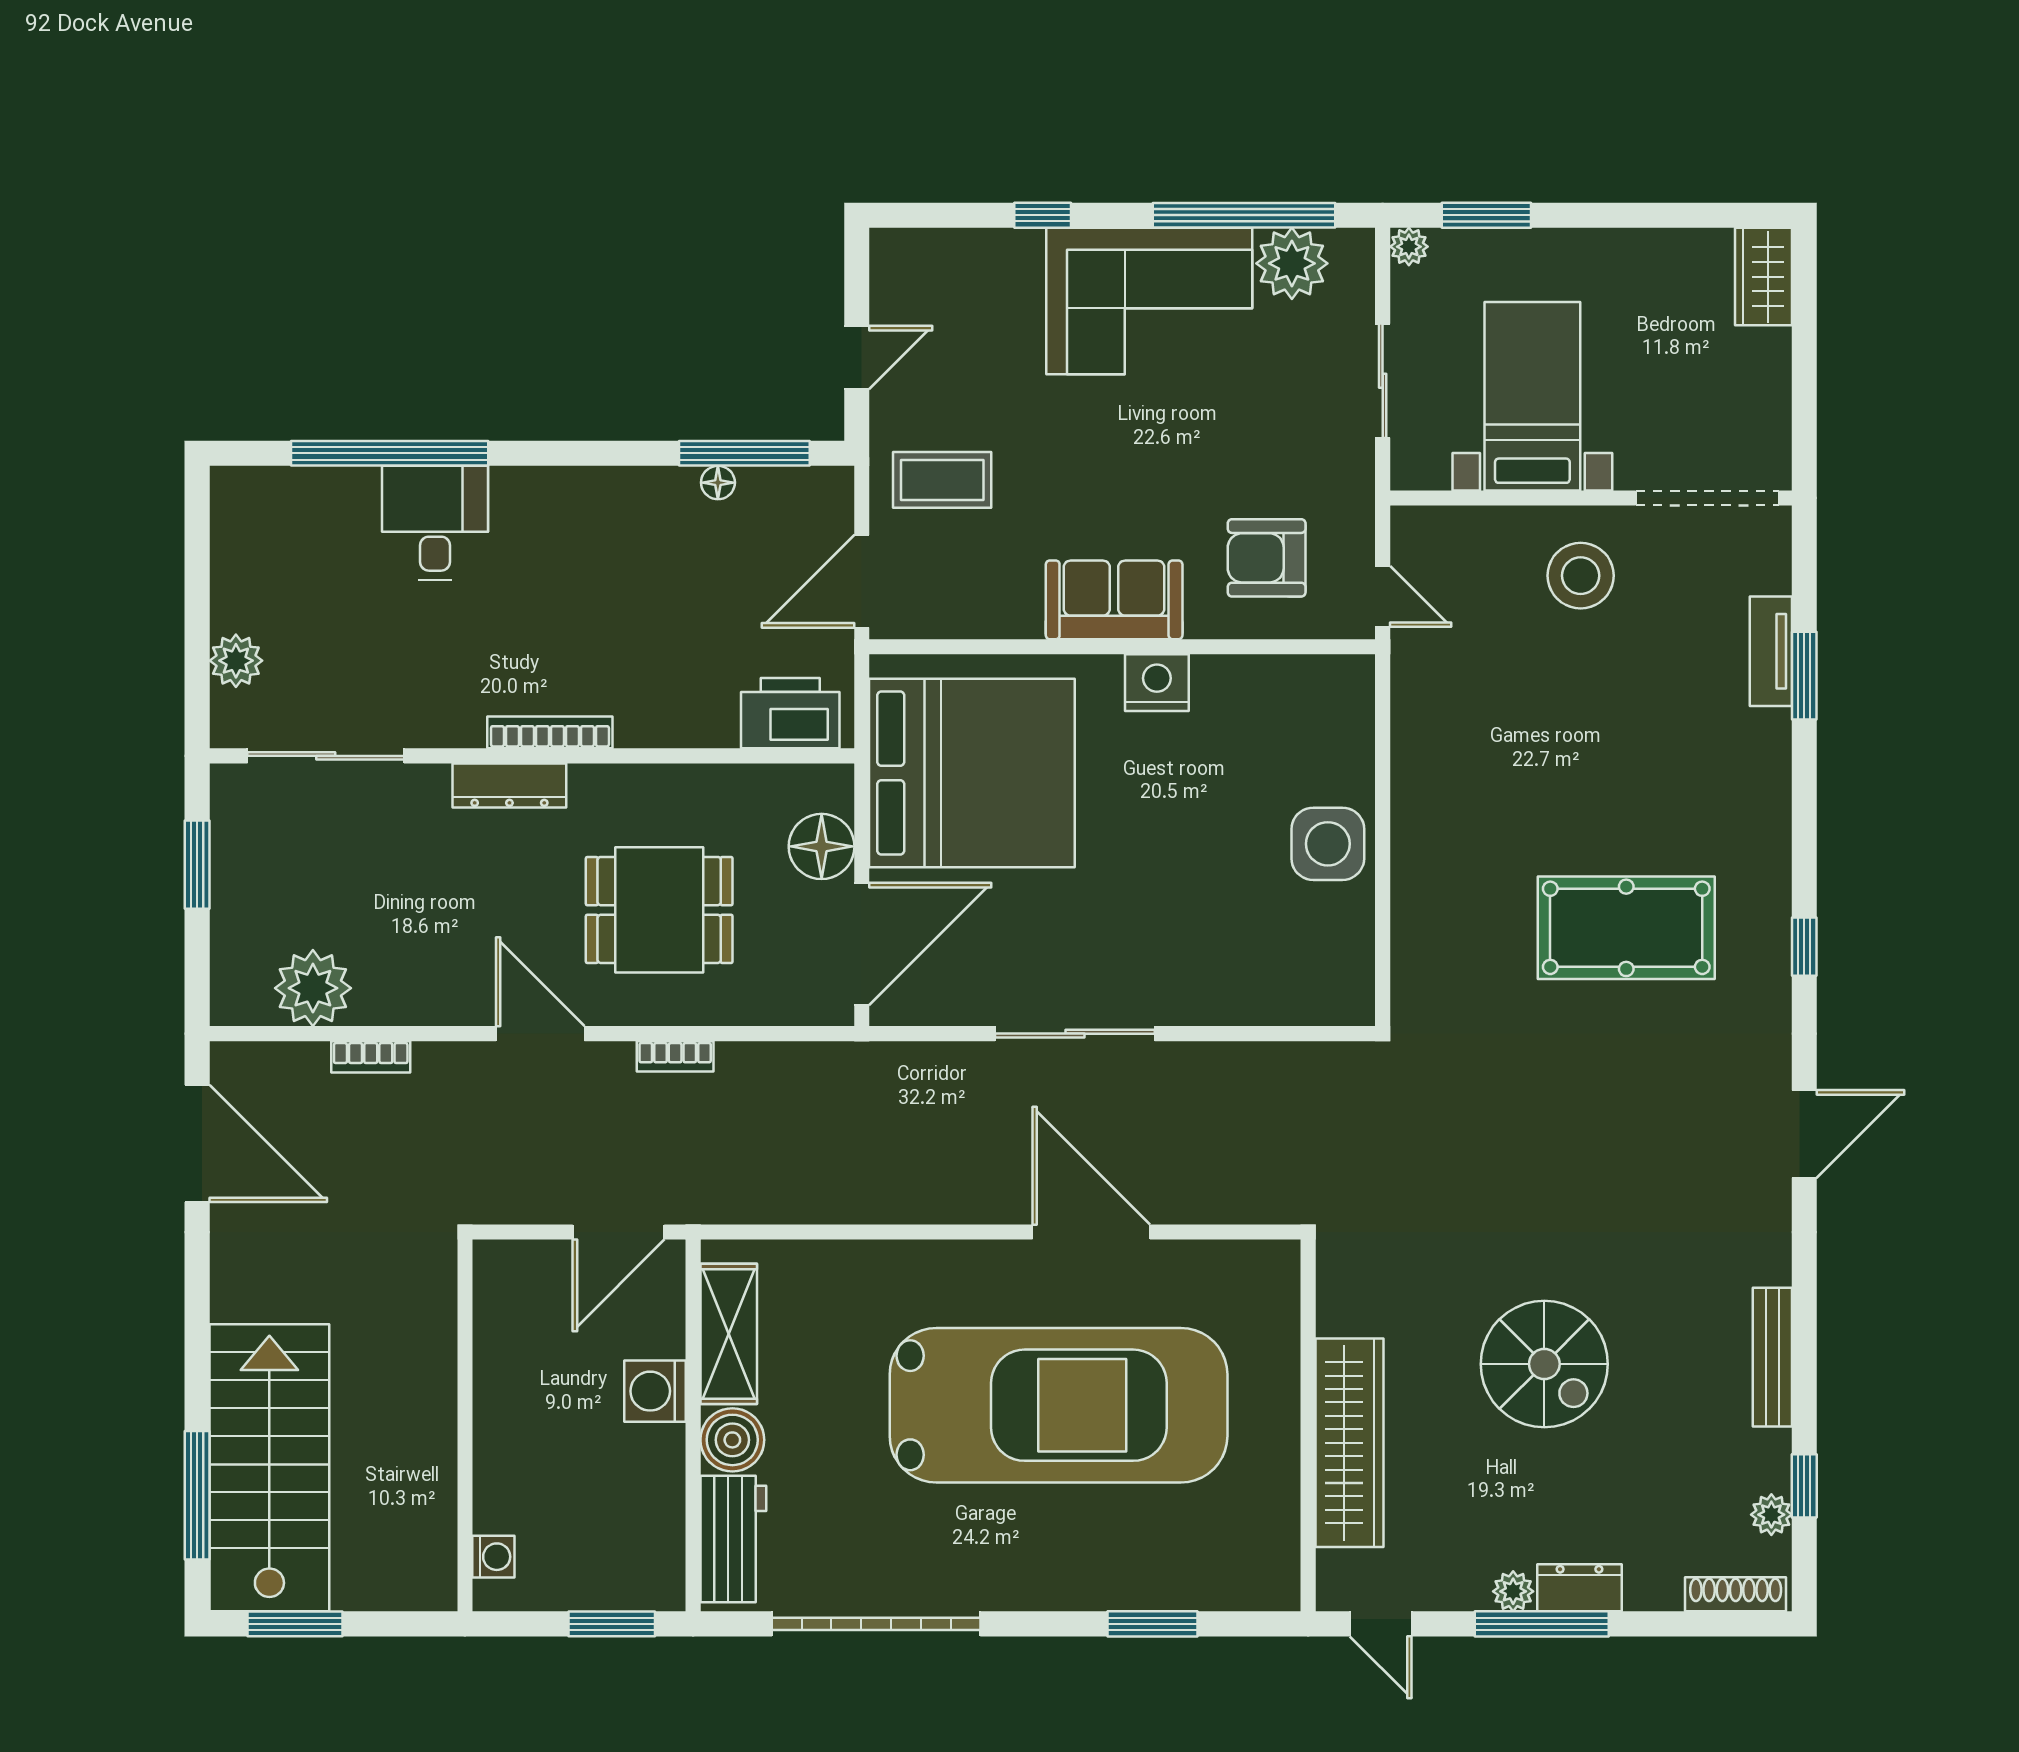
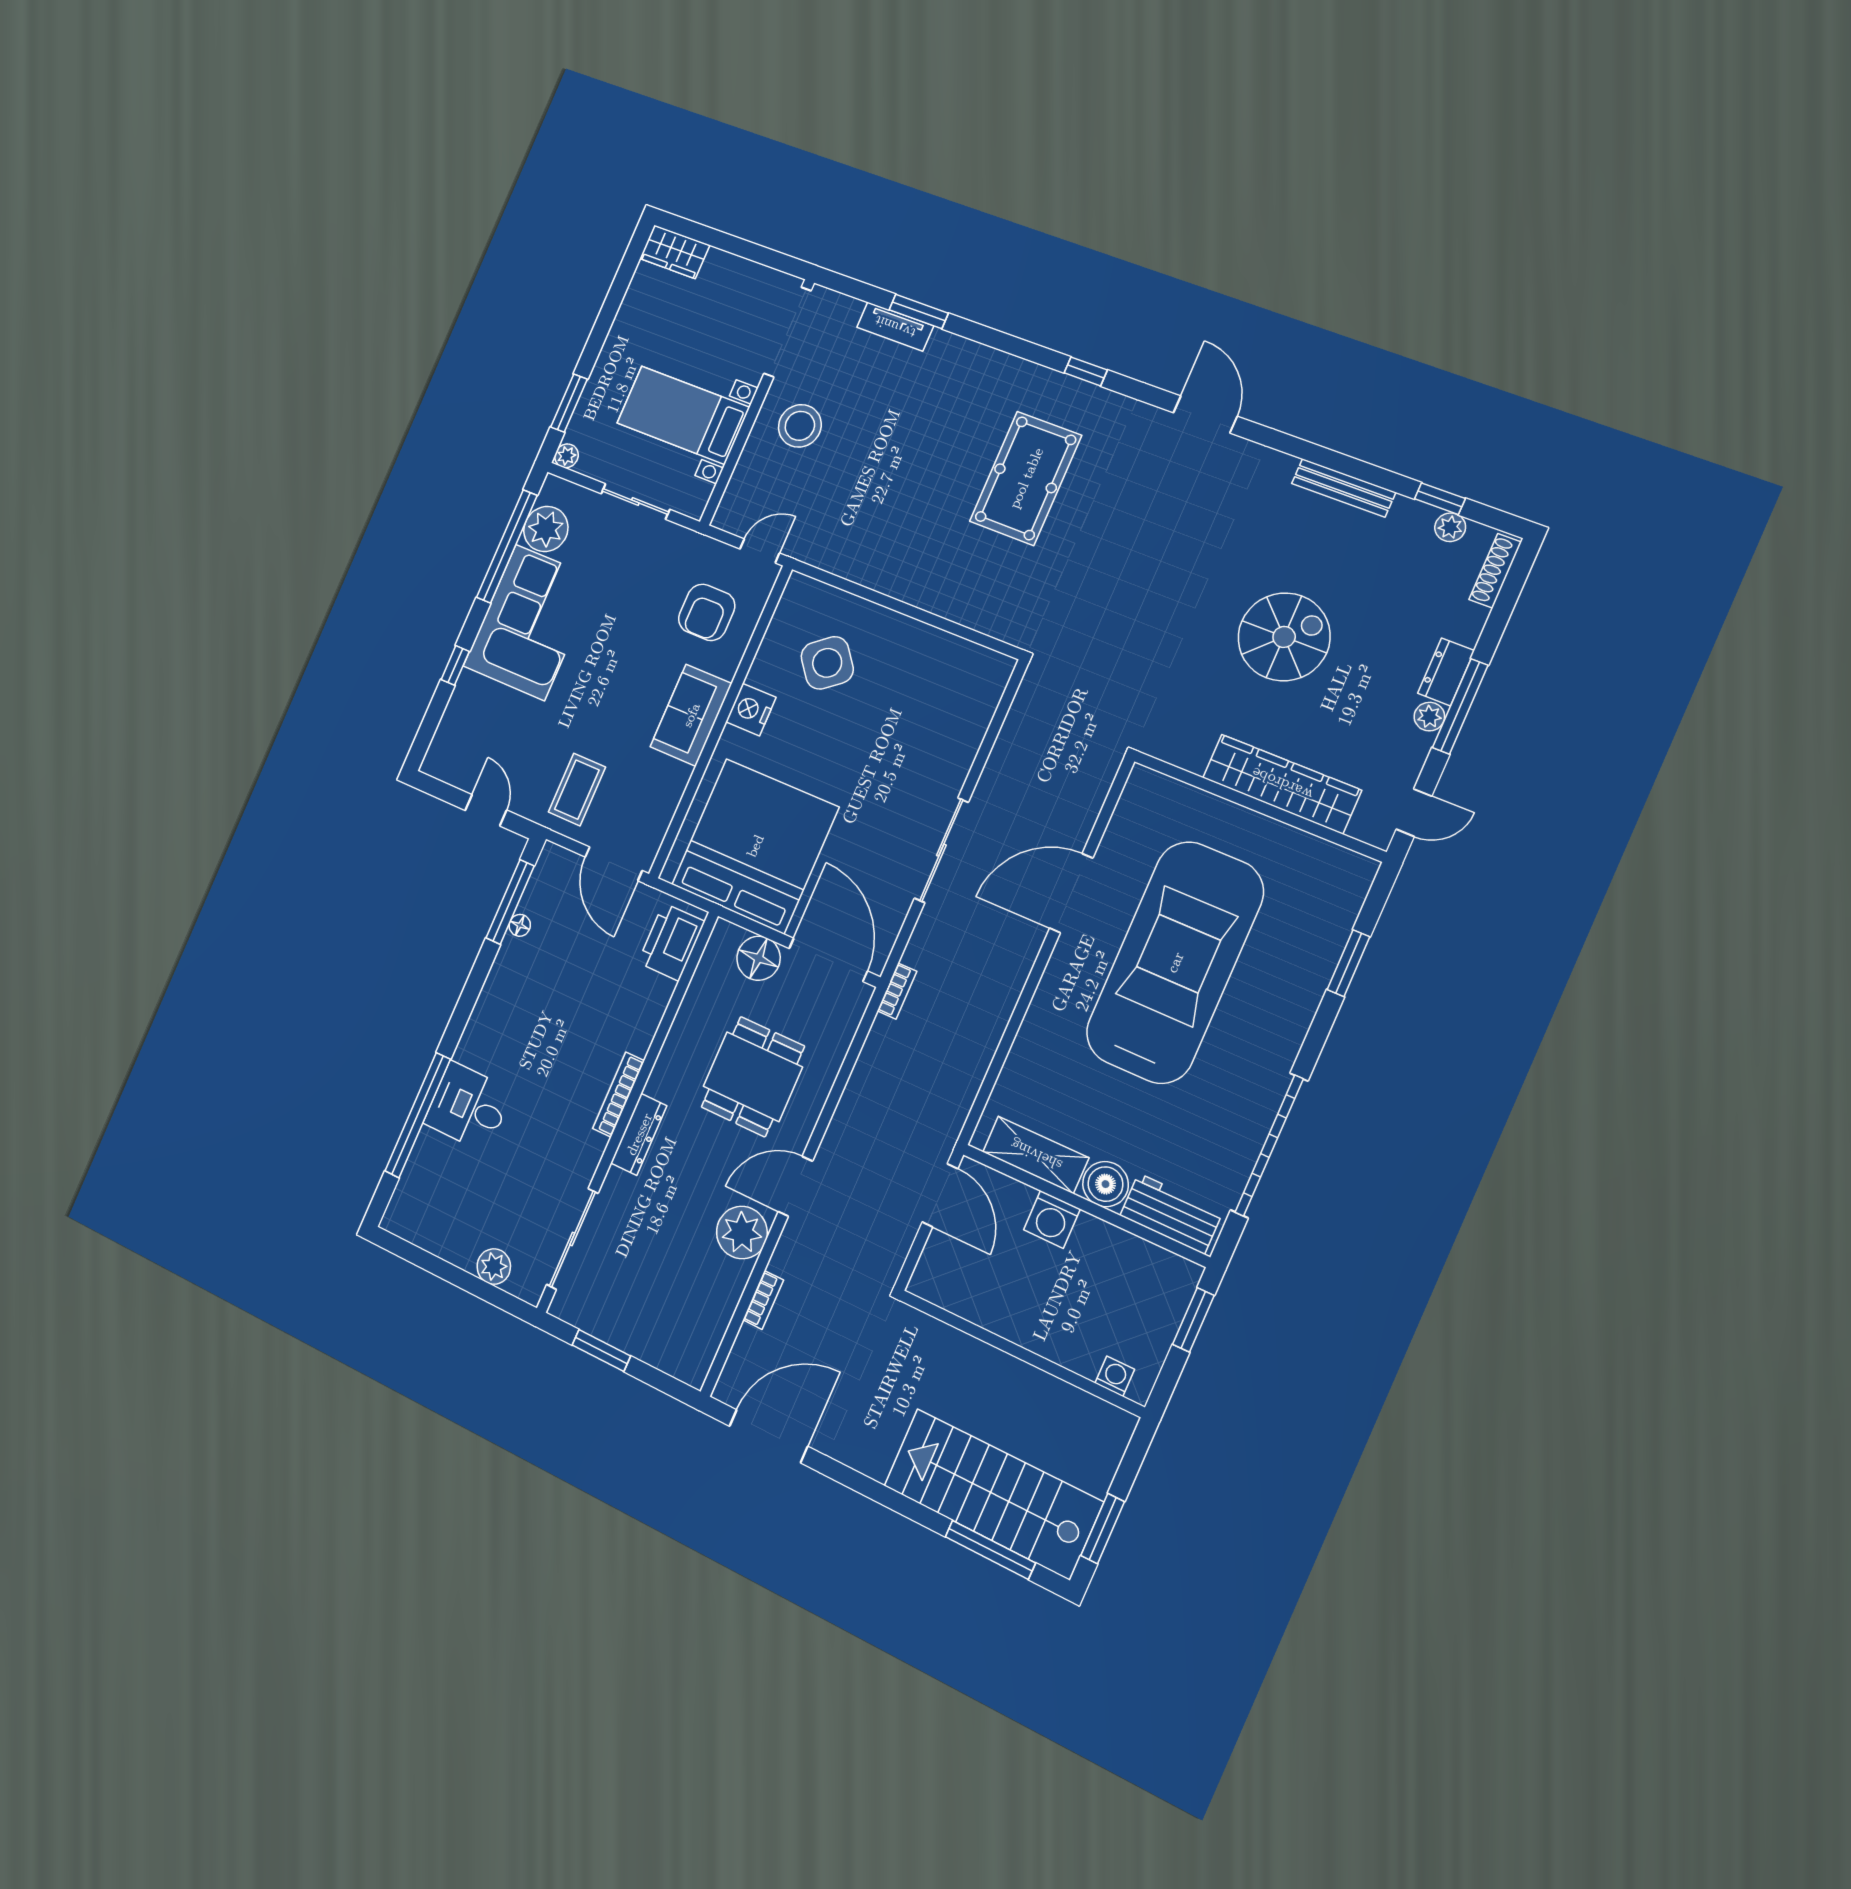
side table: (1328, 844) -> (827, 663), moved, turned -38
plant: (313, 988) -> (742, 1233), moved
bookcase: (675, 1056) -> (897, 991), moved

